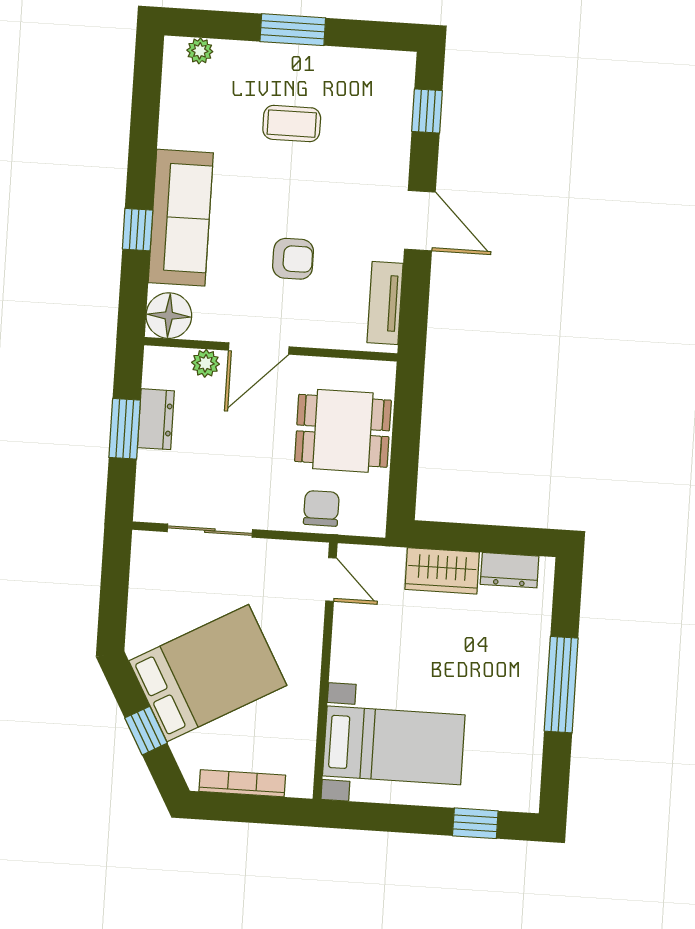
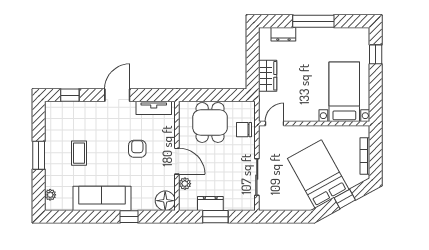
sofa: (181, 218) -> (102, 198), moved
dresser: (510, 570) -> (283, 34), moved, turned 90

